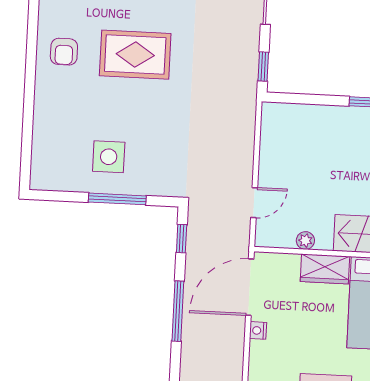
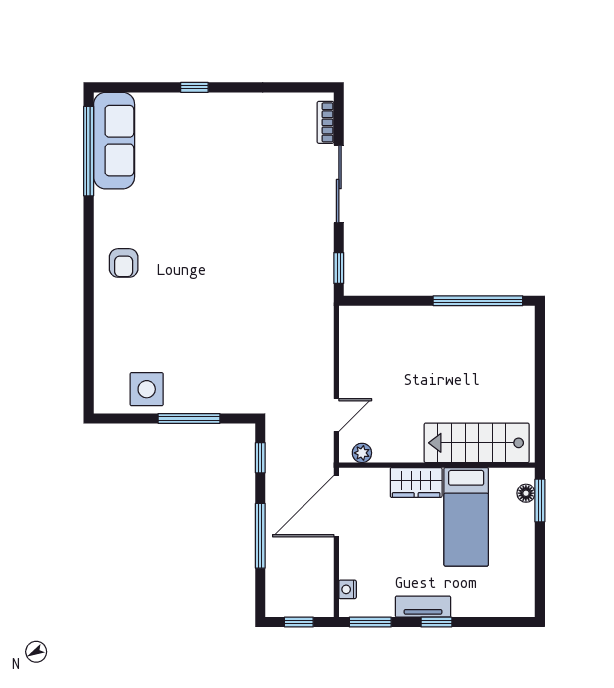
rug: (135, 55) -> (200, 262), removed
side table: (109, 157) -> (147, 389), moved
plant: (305, 241) -> (362, 453), moved
nightstand: (258, 330) -> (348, 589), moved

